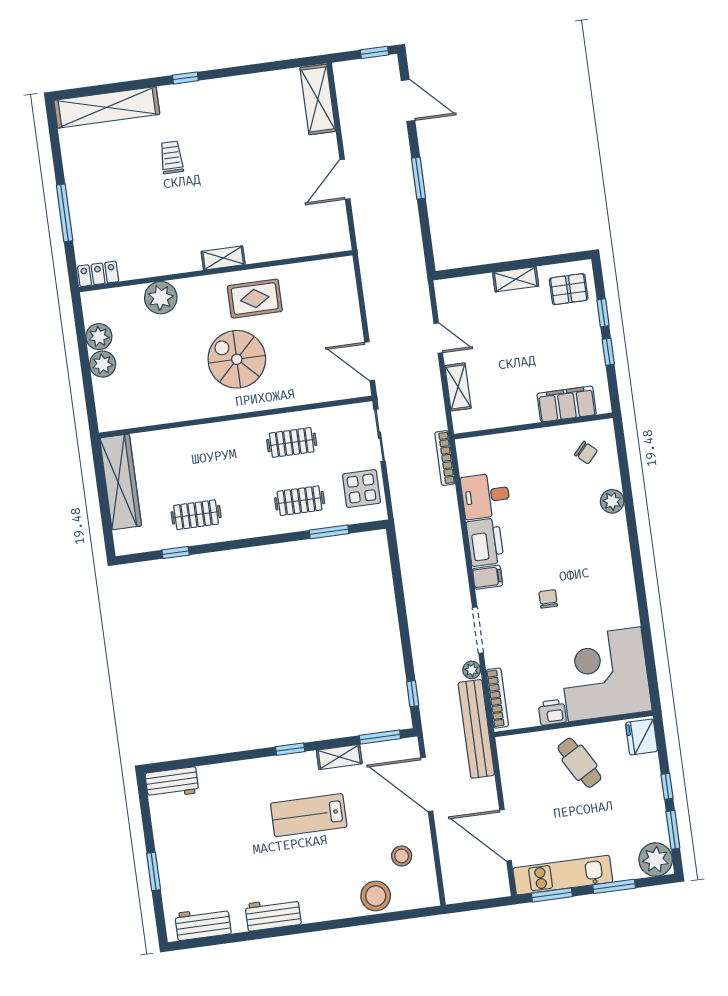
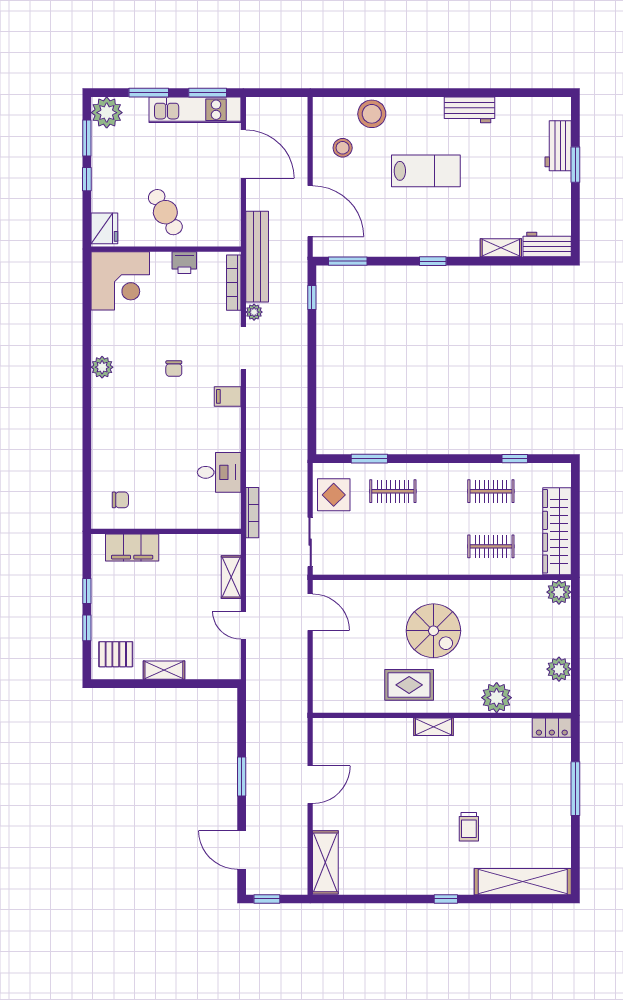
plant: (103, 364) -> (559, 592), moved
clothes rail: (292, 442) -> (491, 546), moved
chair: (586, 453) -> (120, 500), turned 138
plant: (612, 501) -> (102, 367), moved
printer: (485, 542) -> (225, 429), removed
corner desk: (605, 674) -> (120, 281), width x0.74, depth x0.74
shelving: (339, 757) -> (501, 248), moved
lab bench: (309, 815) -> (426, 171), moved
workbench: (203, 924) -> (558, 146), moved, turned 90

